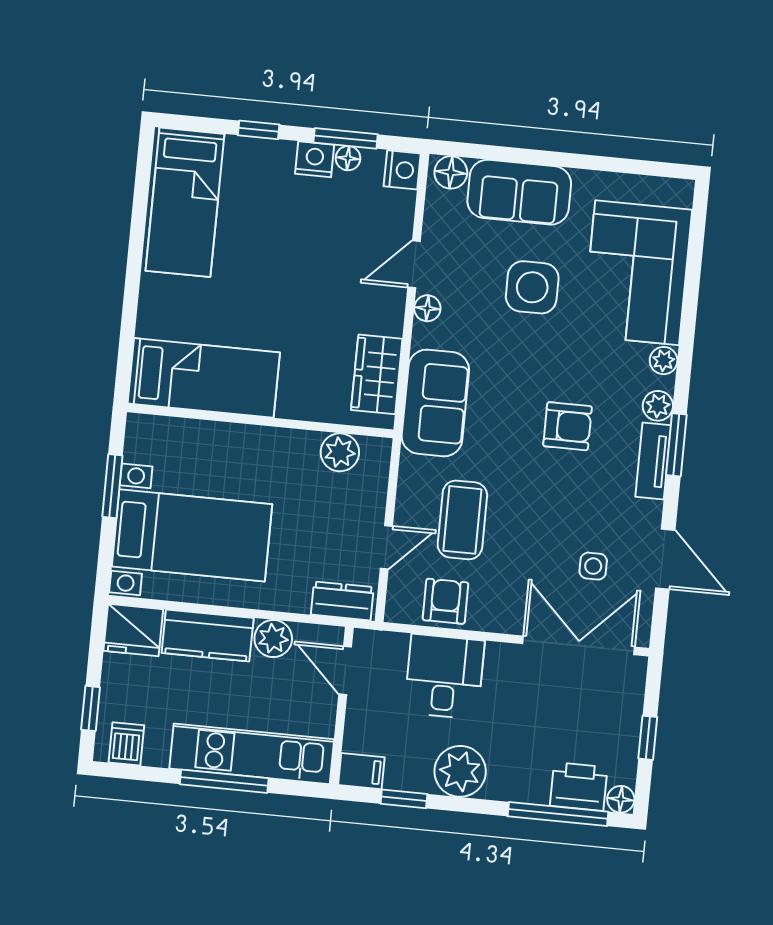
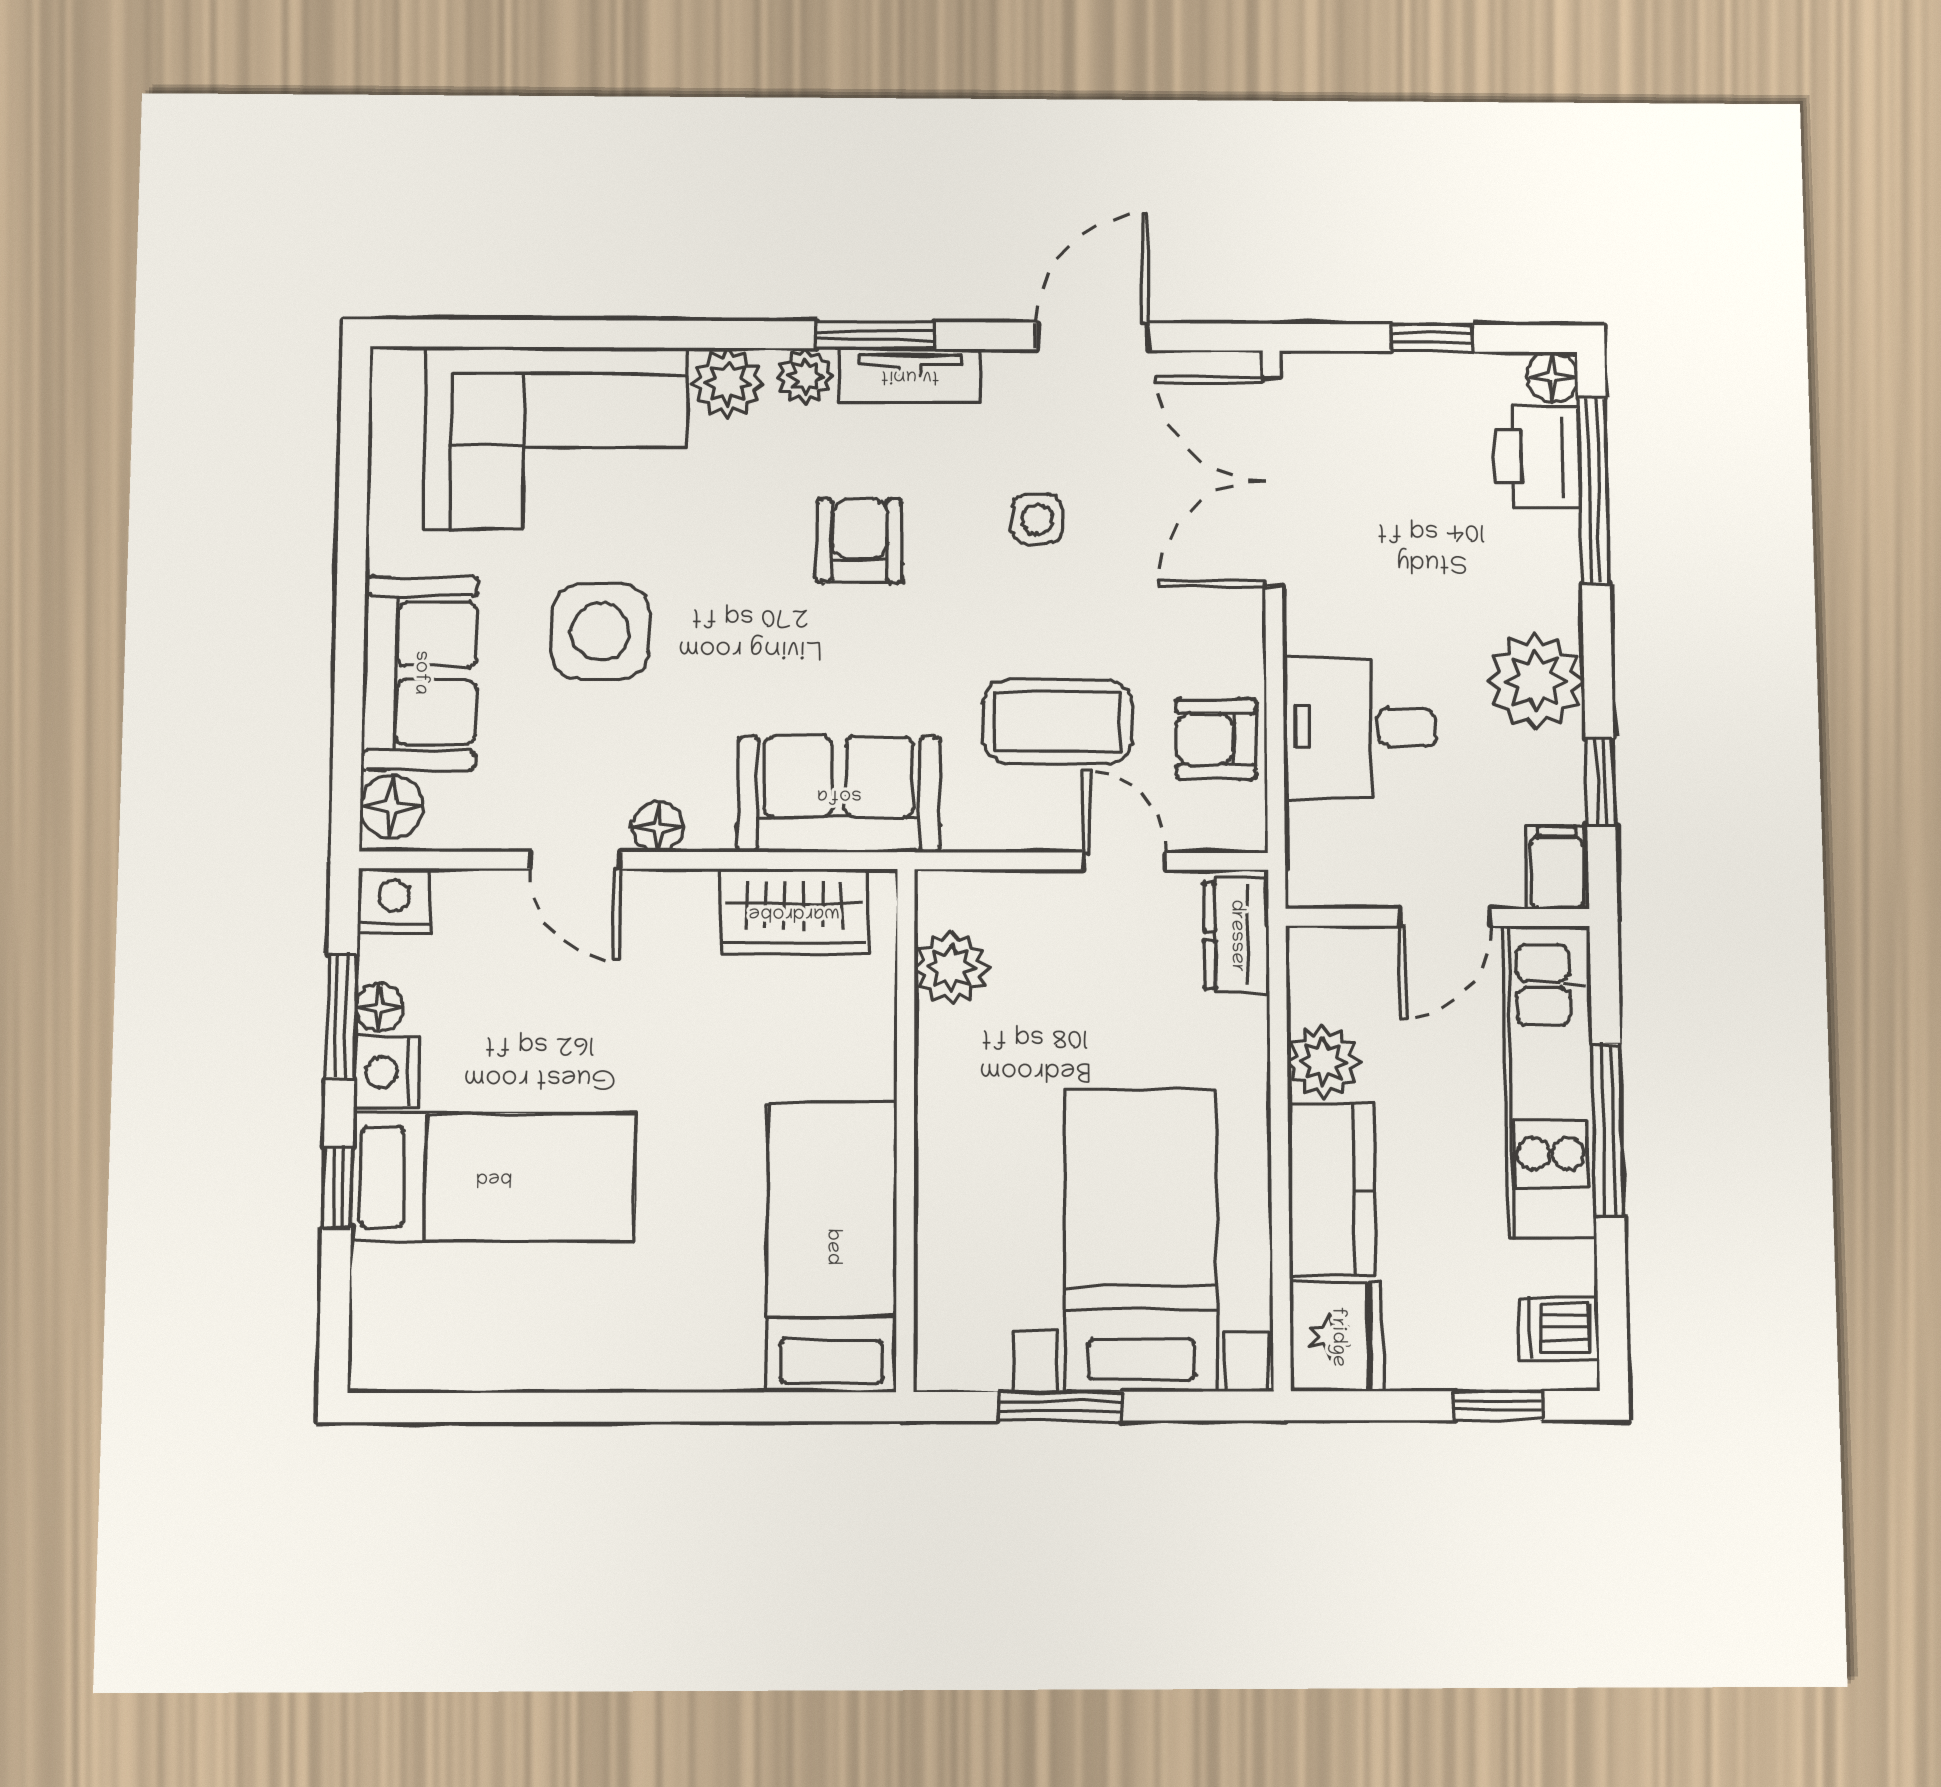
bed: (185, 202) -> (494, 1177), moved
plant: (664, 361) -> (728, 383), width x1.38, depth x1.38
side table: (593, 566) -> (1037, 519), moved
door: (345, 671) -> (1445, 917), moved

